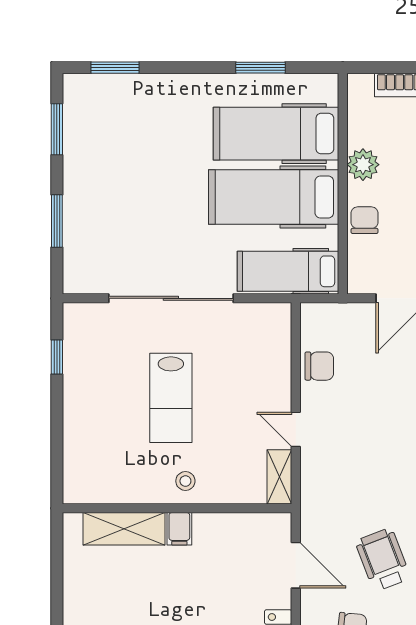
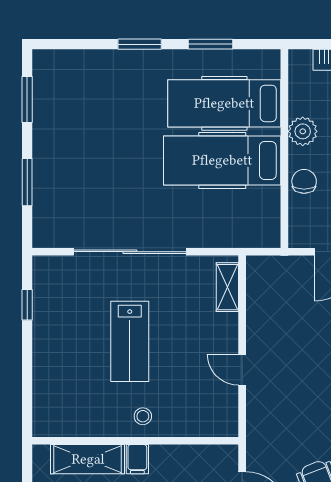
window: (115, 68) -> (140, 44), moved
hospital bed: (288, 271) -> (235, 227), removed
chair: (319, 366) -> (263, 313), removed
shelving: (279, 477) -> (227, 287), moved

